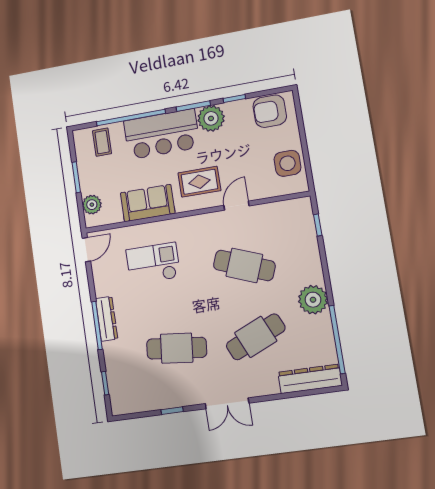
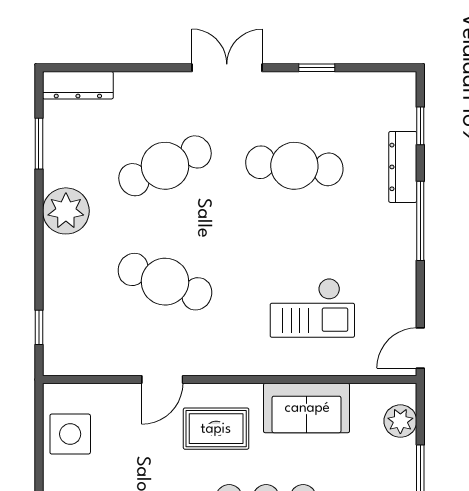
dresser: (107, 319) -> (403, 167), moved
window: (337, 340) -> (39, 144), width x0.47
dresser: (310, 379) -> (78, 85), width x0.73, depth x0.80

